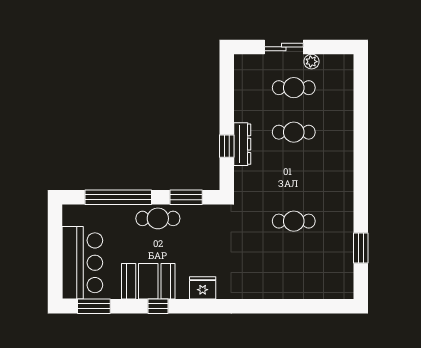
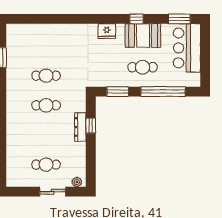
plant: (311, 62) -> (77, 182), moved
cafe table: (294, 132) -> (46, 105), moved
cafe table: (158, 218) -> (143, 67), moved

